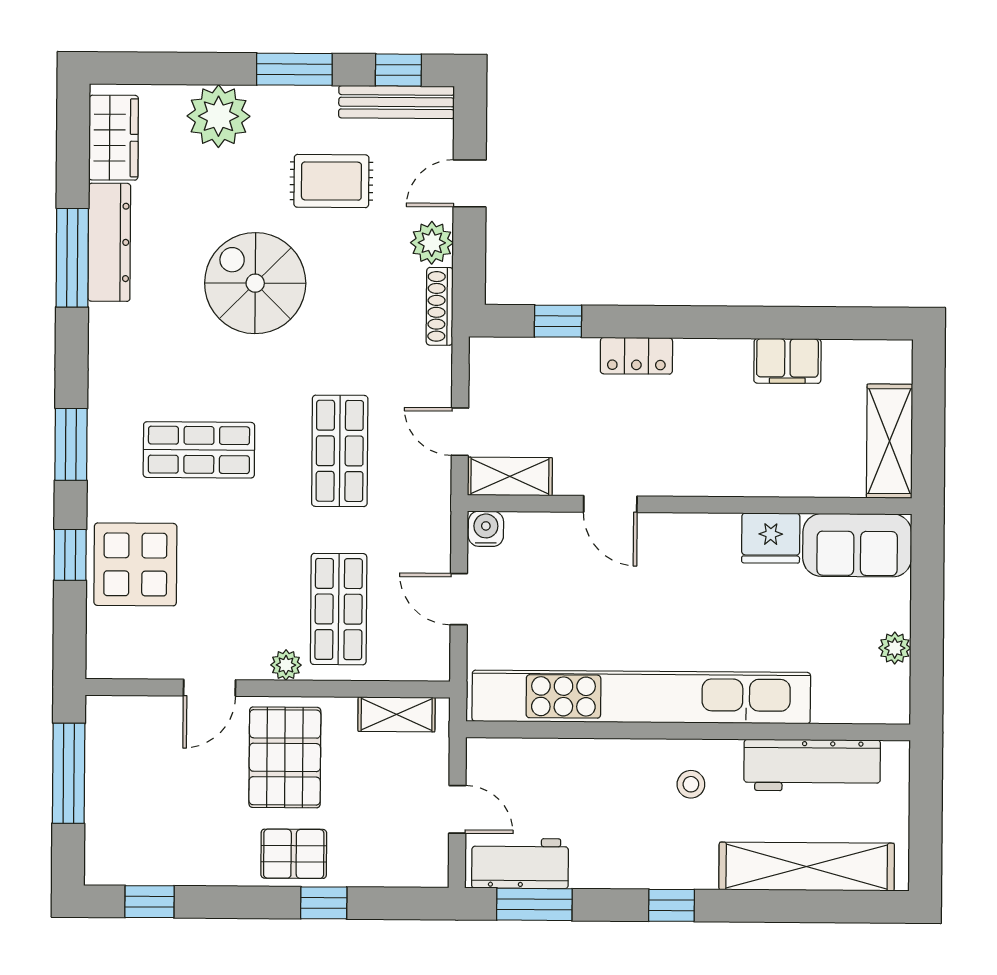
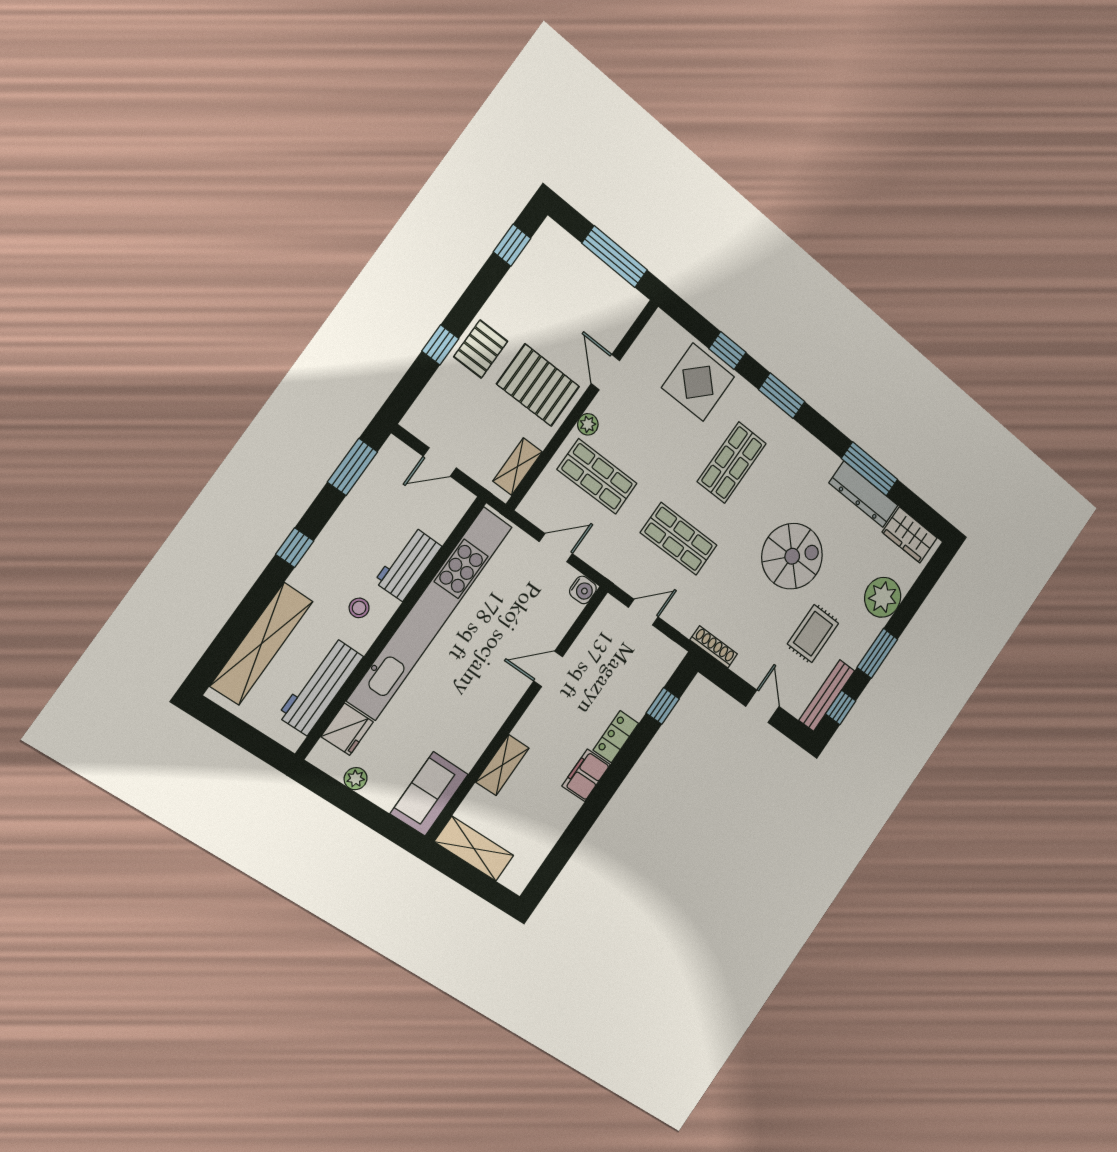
plant: (432, 243) -> (748, 665), removed
filing cabinet: (787, 361) -> (586, 775), moved
shelving: (510, 476) -> (502, 765), moved
fridge: (771, 538) -> (347, 729), moved, turned 180
workbench: (520, 863) -> (408, 564), moved, turned 180

